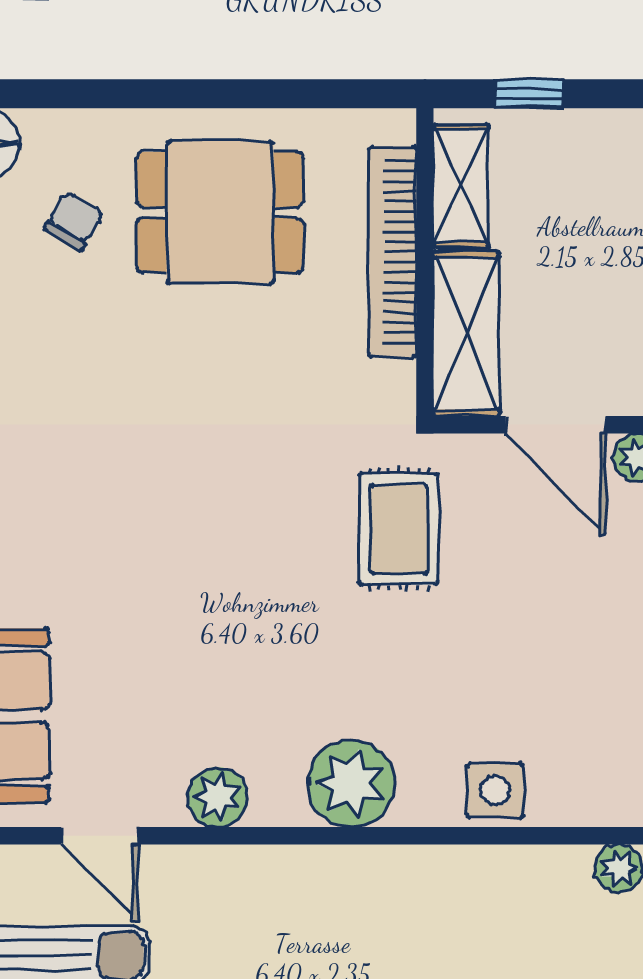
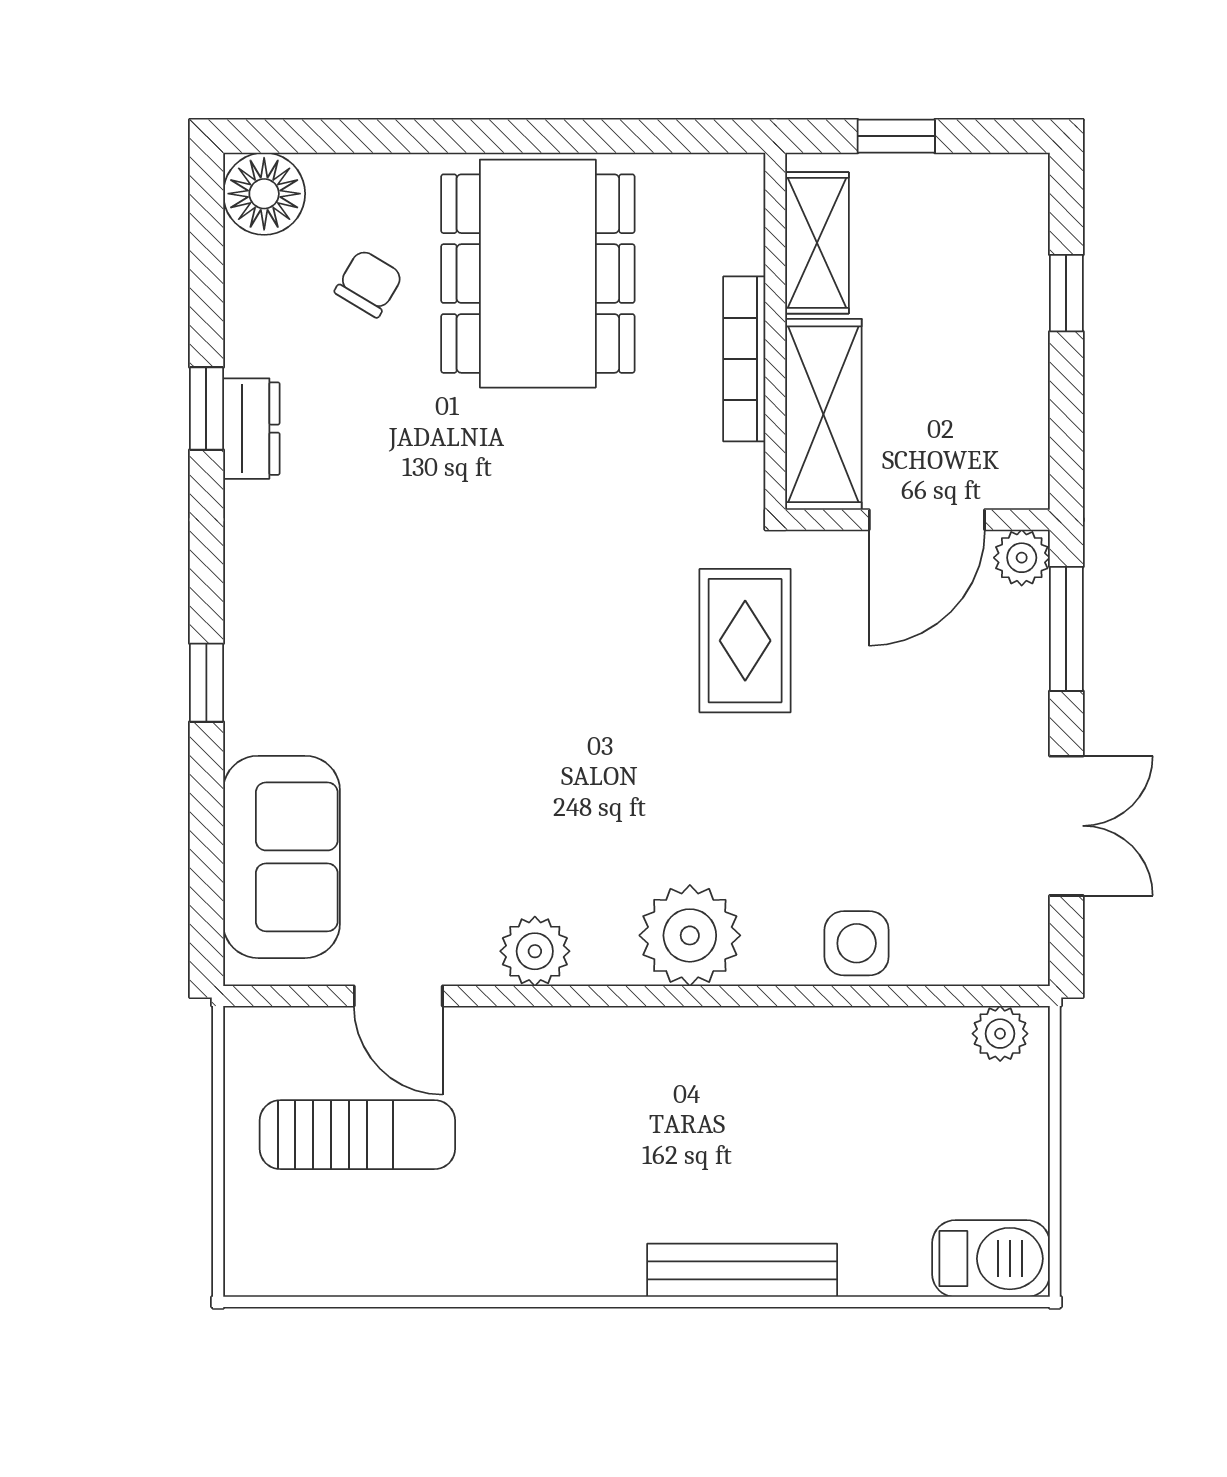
dining table: (220, 212) -> (538, 274), width x1.38
bookcase: (392, 252) -> (744, 359), width x0.68, depth x0.76
door: (556, 425) -> (927, 520), hinge flipped

